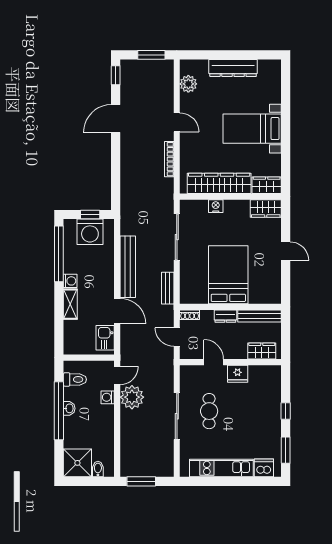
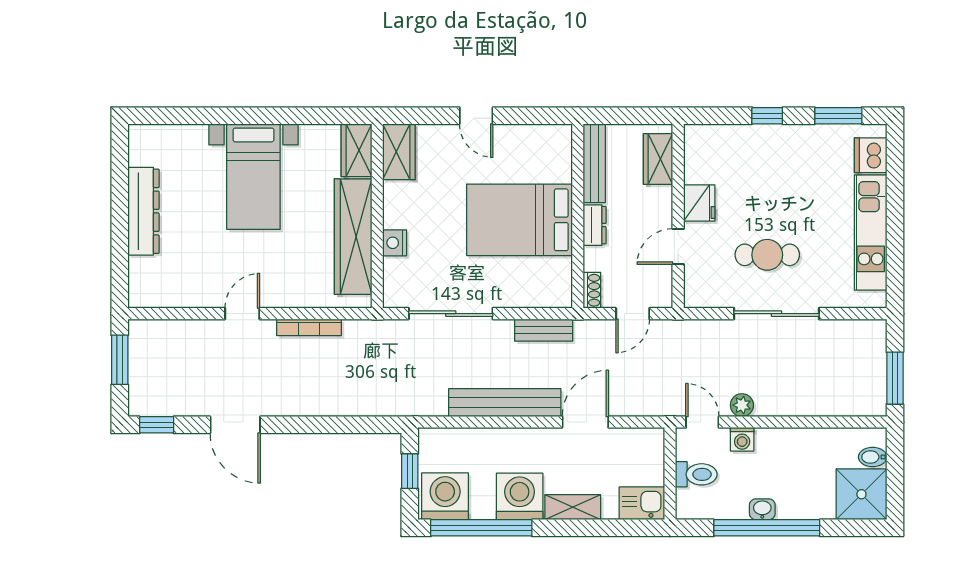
plant: (188, 84) -> (172, 293), removed
washing machine: (90, 232) -> (445, 496), moved, turned -90
door: (286, 251) -> (476, 116), swing flipped
washing machine: (70, 281) -> (520, 496), width x1.89, depth x1.89
kitchen sink: (105, 338) -> (642, 503), moved, turned 180
toilet: (75, 379) -> (696, 474), moved, turned 90
plant: (132, 397) -> (742, 405), width x0.53, depth x0.53

